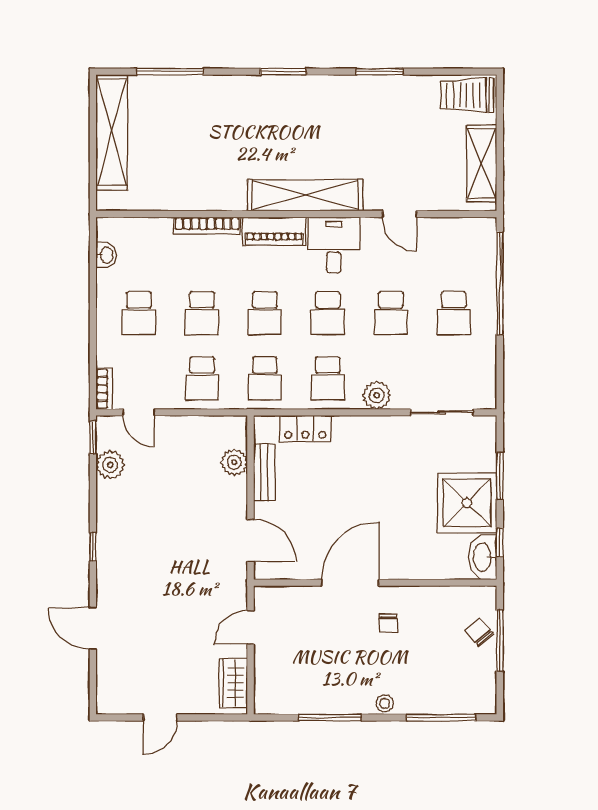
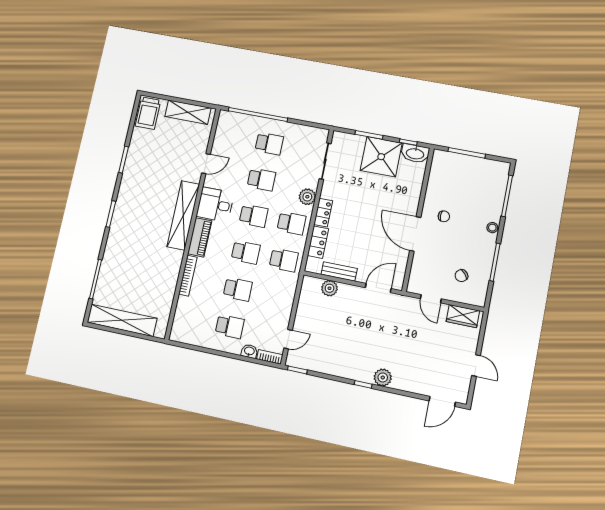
washbasin: (106, 255) -> (249, 351), moved
school desk: (202, 378) -> (276, 297), removed
locker: (356, 427) -> (323, 213), added
plant: (110, 465) -> (383, 377), moved
door: (93, 628) -> (442, 401), moved
chair: (479, 632) -> (461, 276), moved

